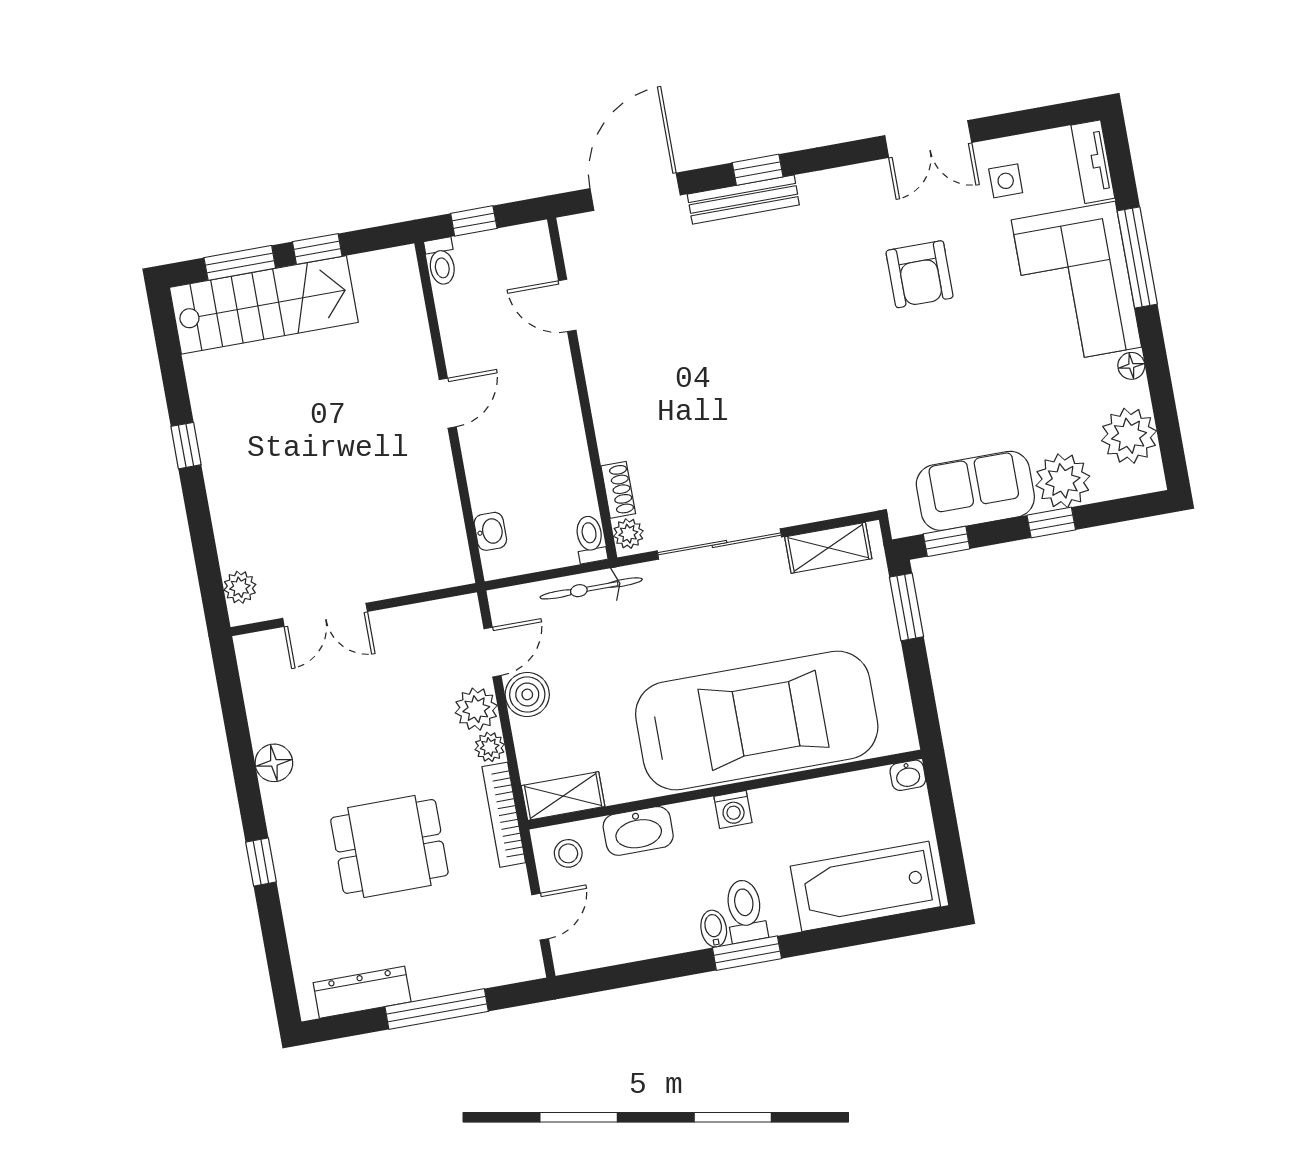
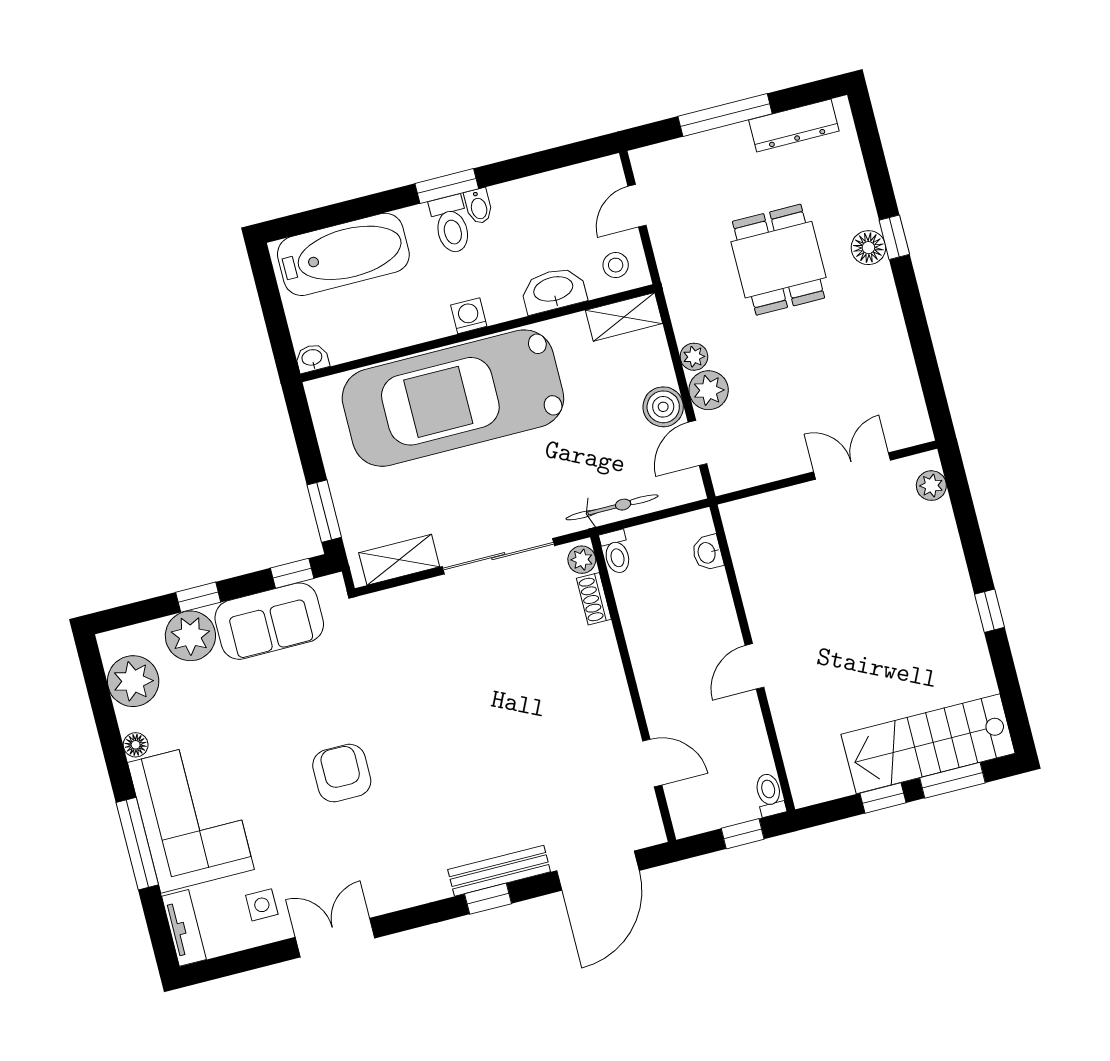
armchair: (920, 274) -> (342, 773), moved
floor lamp: (274, 763) -> (868, 248), moved
bookcase: (504, 815) -> (677, 296), removed
dining table: (389, 846) -> (779, 260), turned 90

